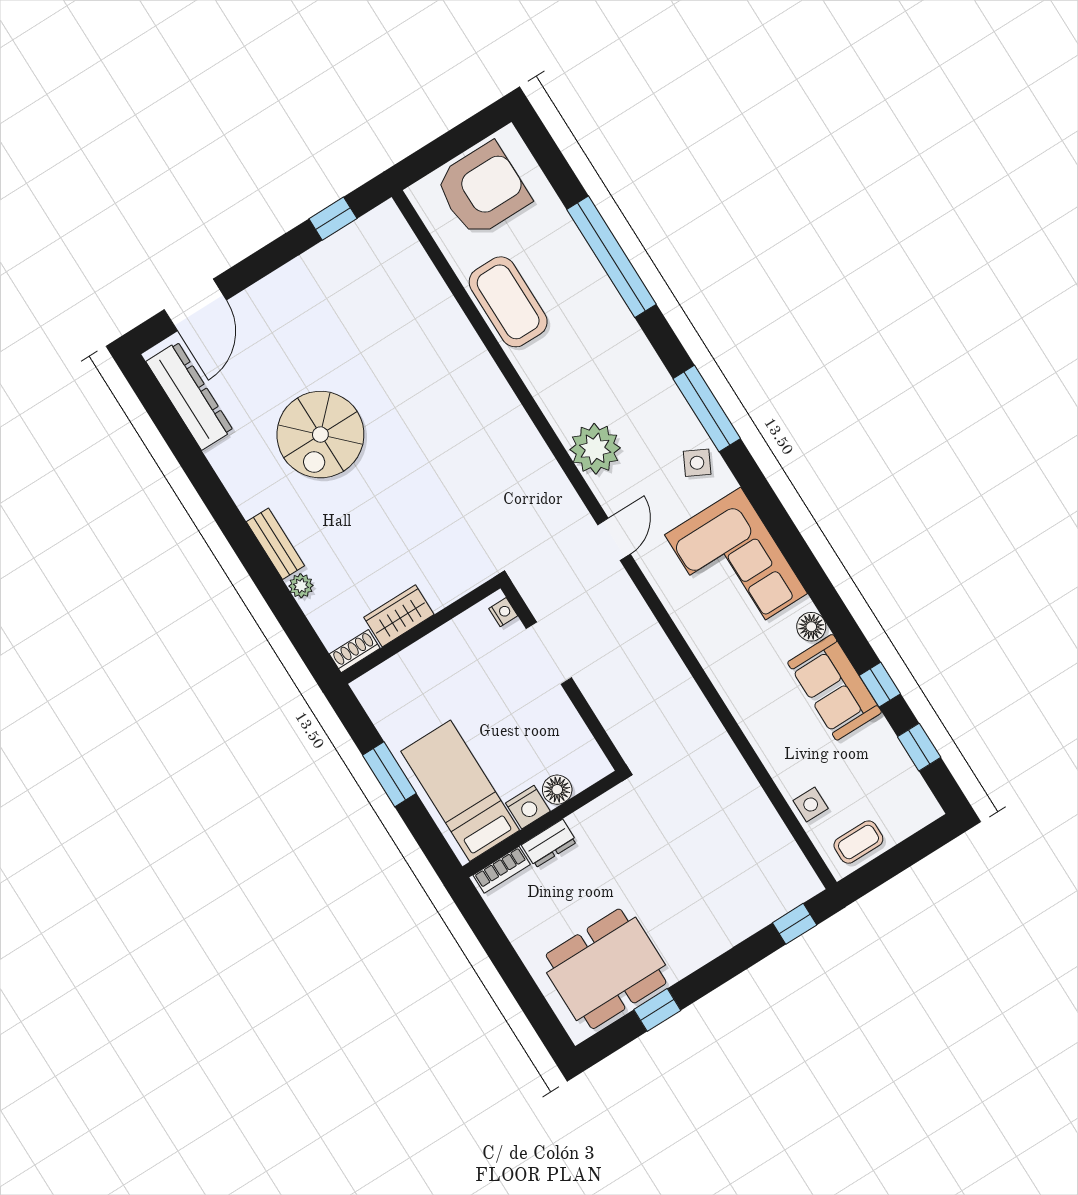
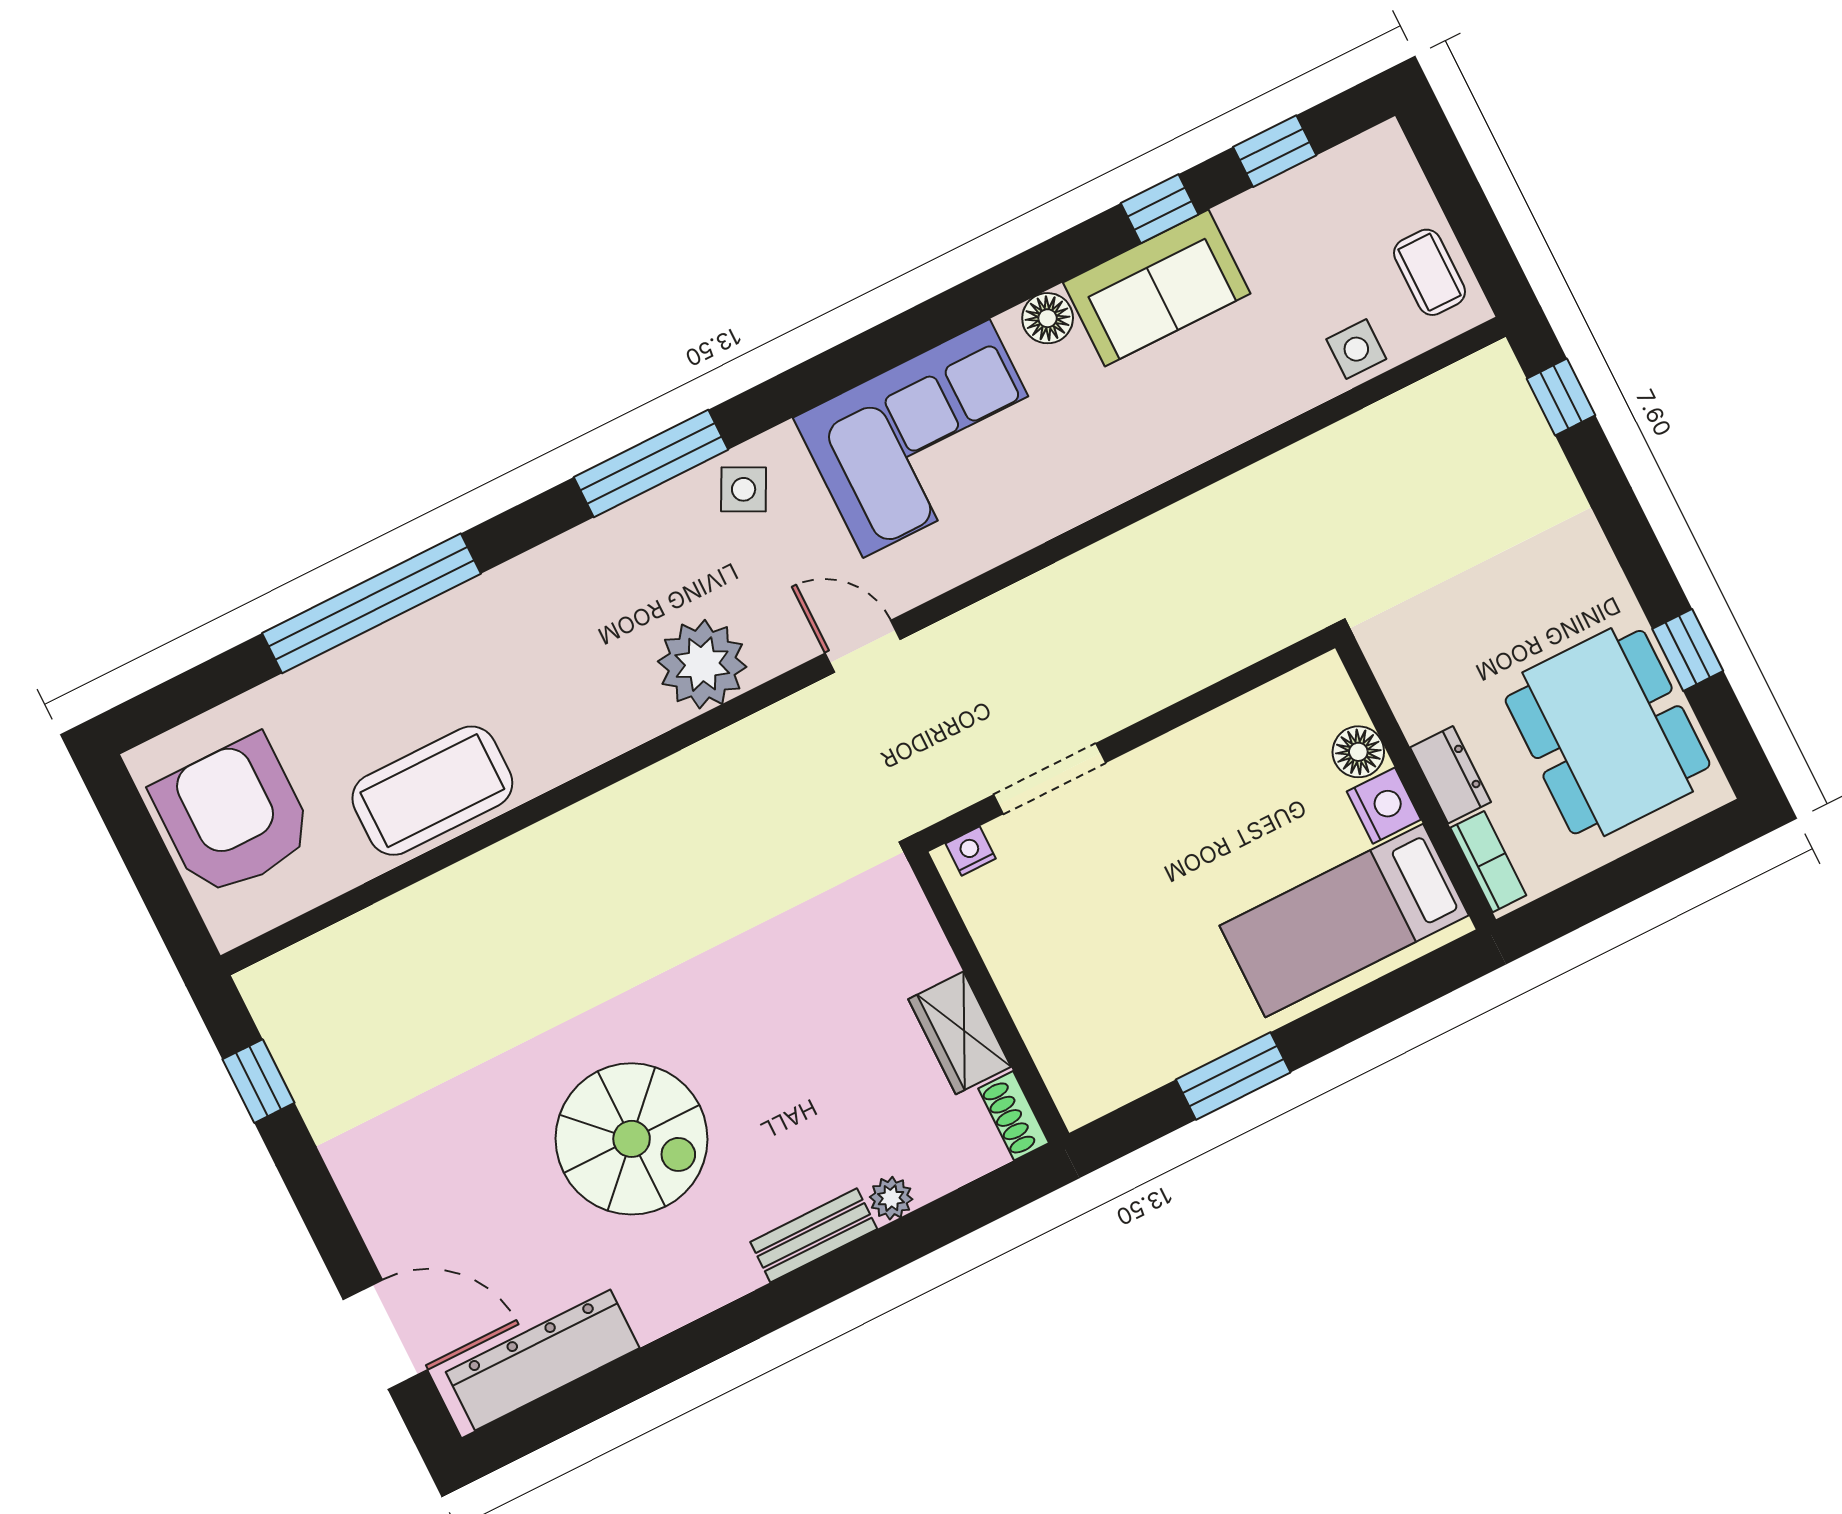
floor lamp: (557, 790) -> (1358, 752), moved
bed: (460, 791) -> (1344, 921), moved
nightstand: (528, 807) -> (1384, 806), moved
wall: (542, 824) -> (1416, 784), moved
dresser: (549, 843) -> (1451, 775), moved
bookcase: (502, 870) -> (1488, 862), moved

